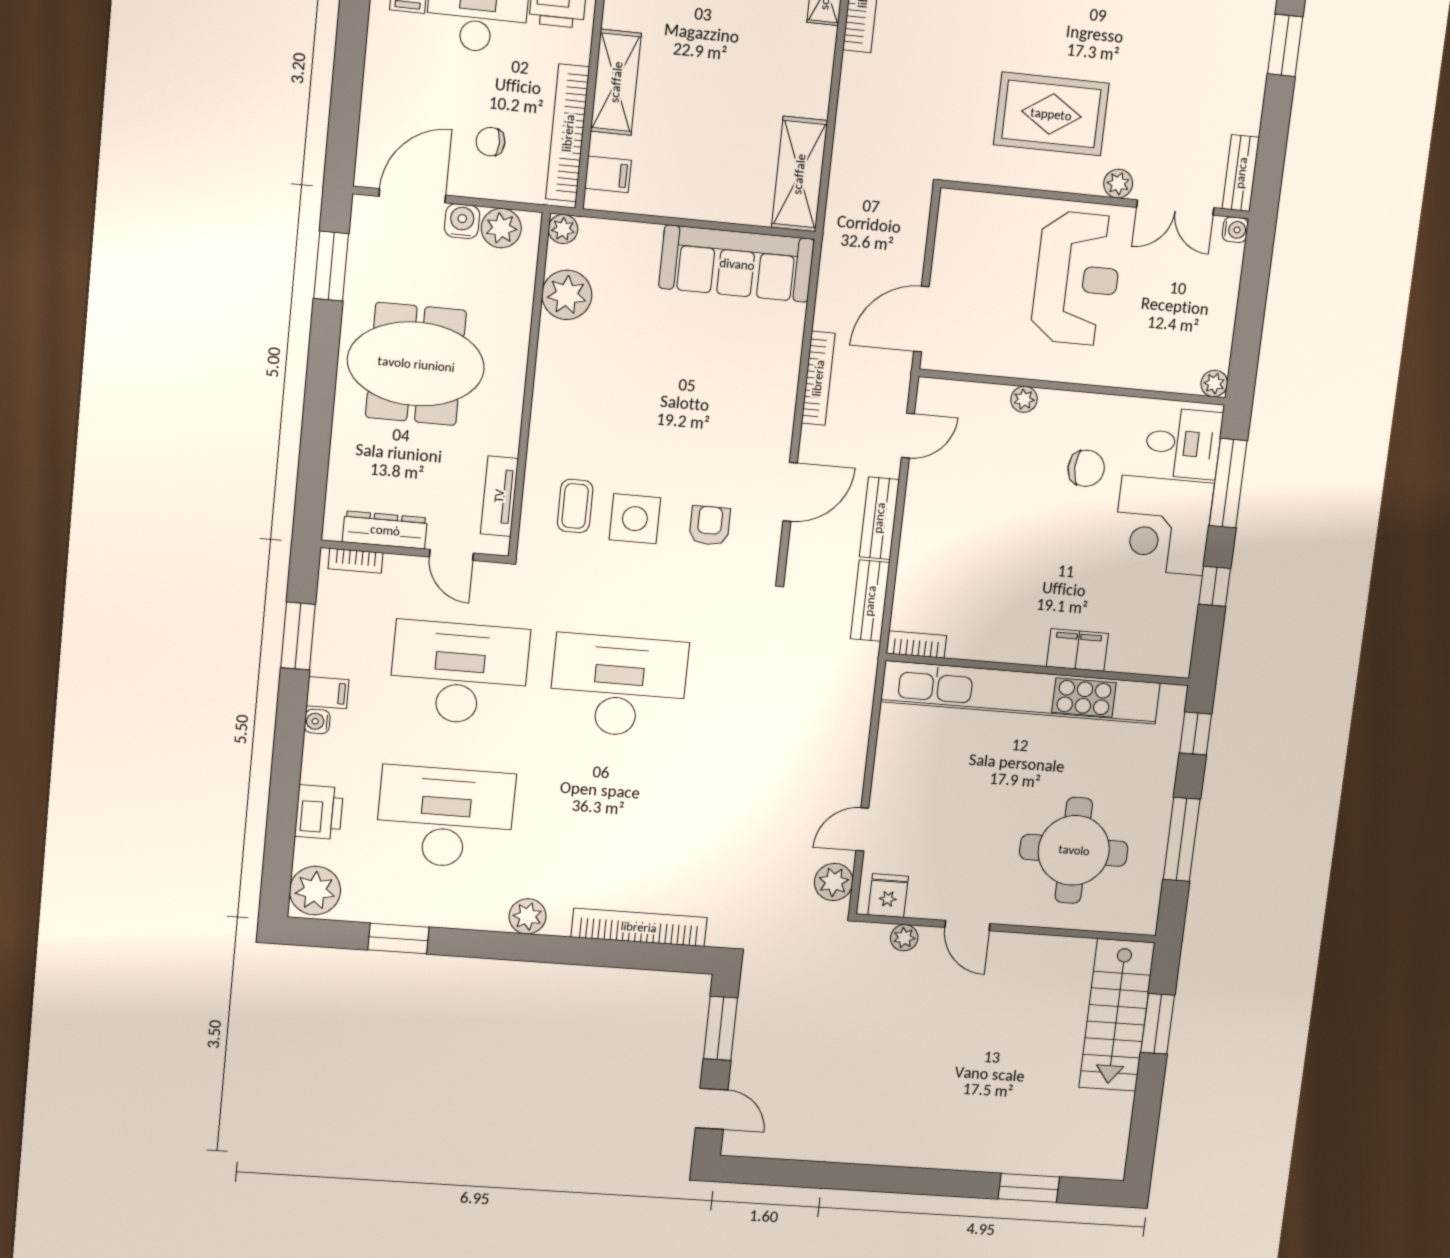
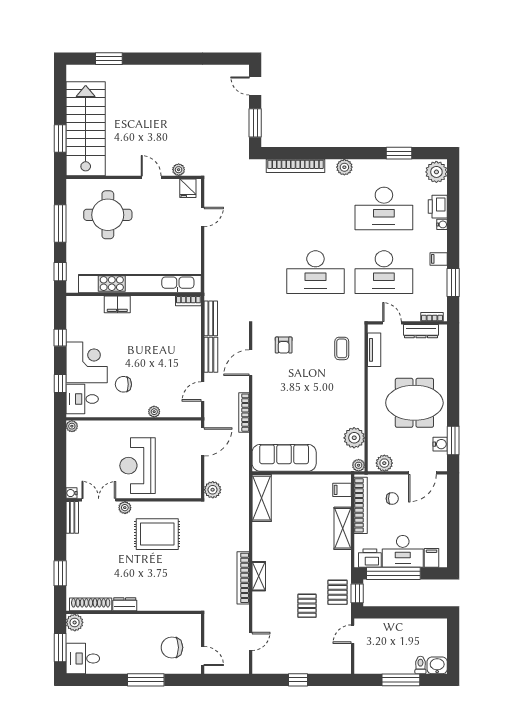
water cooler: (462, 221) -> (440, 444), moved, turned -90
window: (1228, 483) -> (60, 383), width x0.46
side table: (635, 519) -> (316, 345), removed
water cooler: (317, 721) -> (442, 224), moved
plant: (834, 882) -> (213, 490), moved
stairs: (1117, 1015) -> (86, 129), width x1.36, depth x1.51

